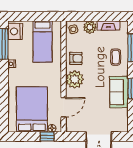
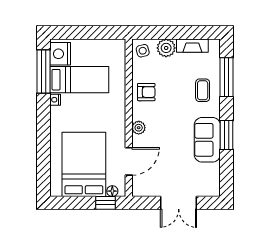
bed: (43, 42) -> (79, 80), moved, turned -90
plant: (75, 79) -> (139, 128), width x0.53, depth x0.53

